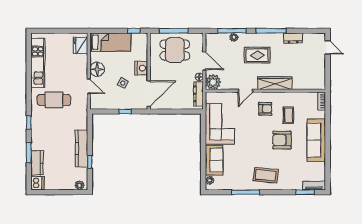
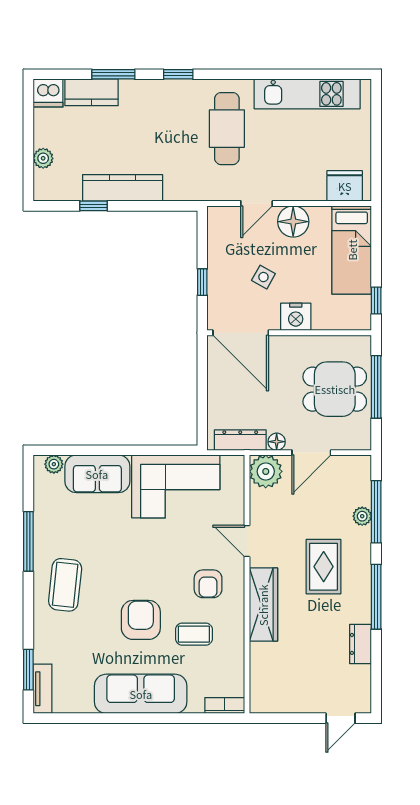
dining table: (175, 50) -> (335, 389), turned 90
plant: (80, 185) -> (43, 158), moved

